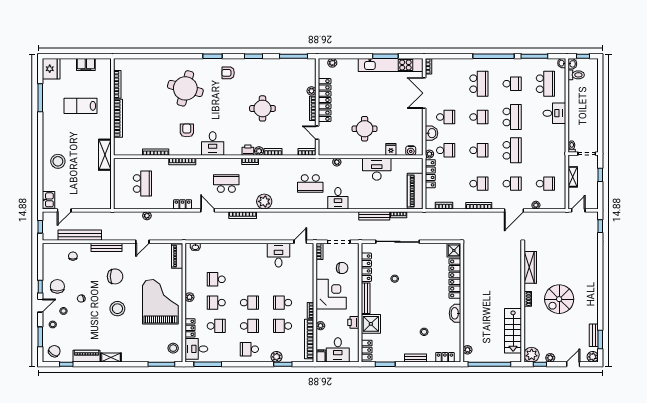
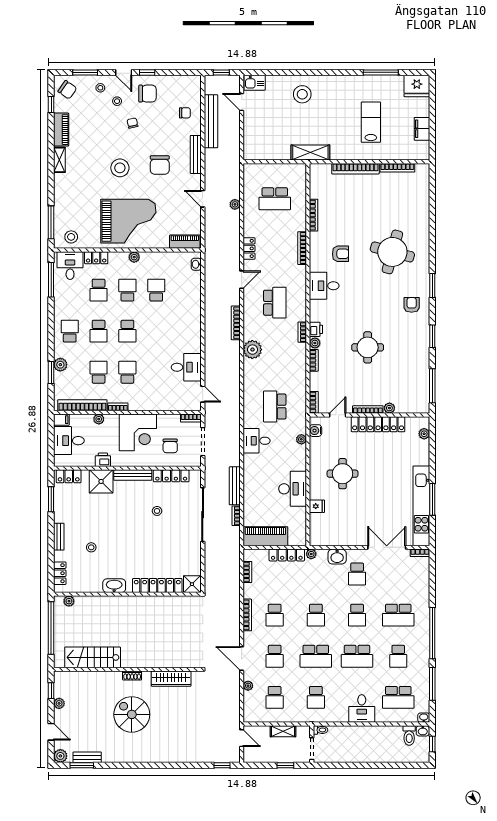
school desk: (446, 150) -> (316, 697), moved
water cooler: (411, 151) -> (315, 431), moved
plant: (532, 355) -> (63, 680), removed

